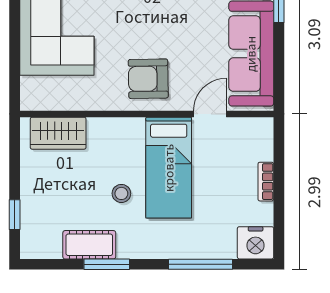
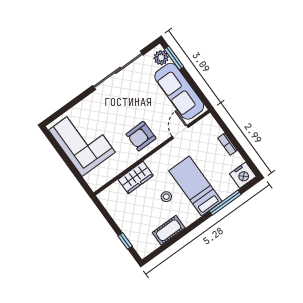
wardrobe: (58, 133) -> (136, 177), moved
bed: (169, 168) -> (195, 186), moved, turned 180
window: (107, 264) -> (183, 233), removed

